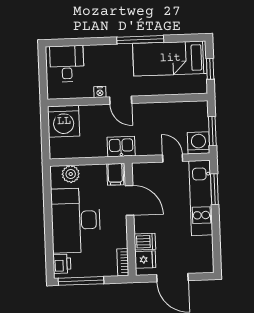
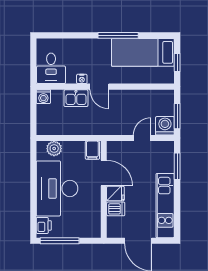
desk: (67, 64) -> (51, 68), moved, turned 180
washing machine: (64, 121) -> (43, 97), width x0.53, depth x0.53
kitchen sink: (121, 147) -> (76, 98), moved, turned 180
door: (173, 158) -> (142, 138), hinge flipped
kitchen unit: (201, 198) -> (165, 206), moved
fridge: (145, 260) -> (115, 193), moved
bookcase: (123, 262) -> (96, 226), removed

